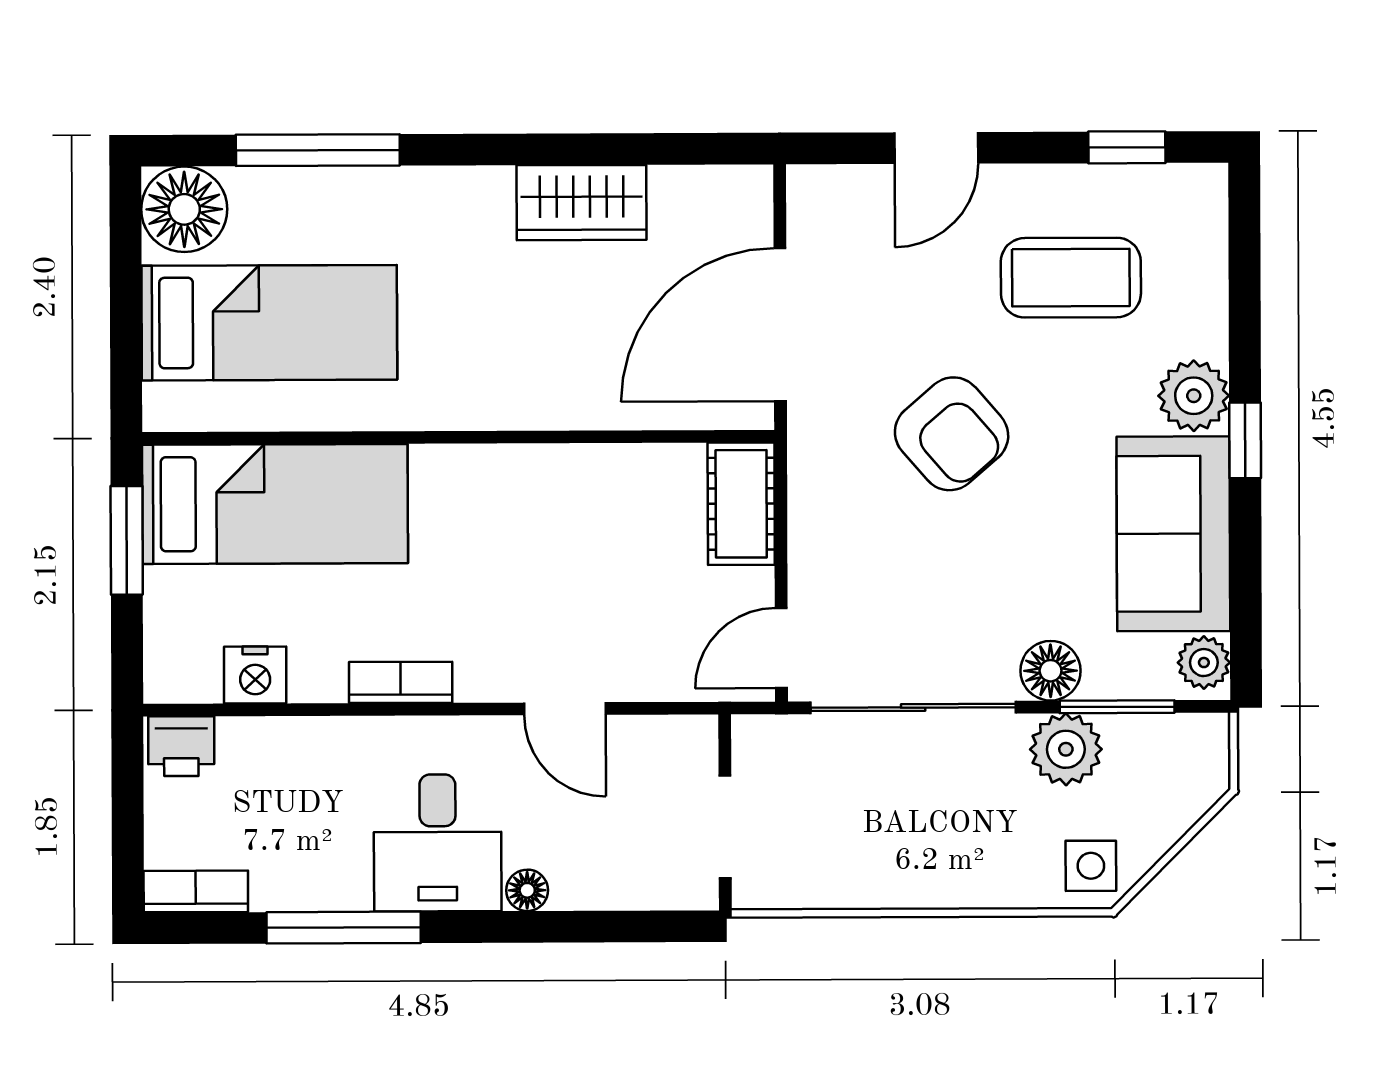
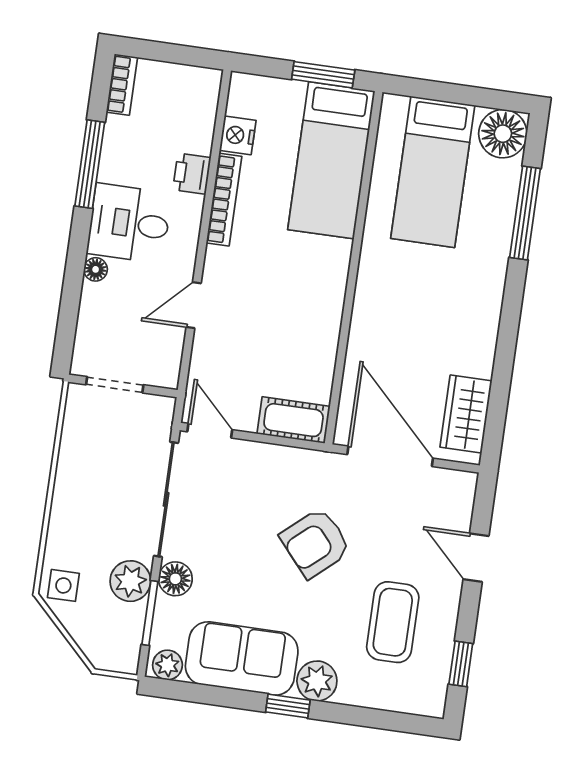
wardrobe: (582, 203) -> (466, 414), moved
bookcase: (401, 682) -> (224, 200), width x1.56
printer: (181, 746) -> (192, 174), moved

